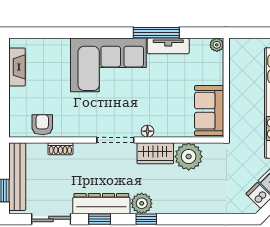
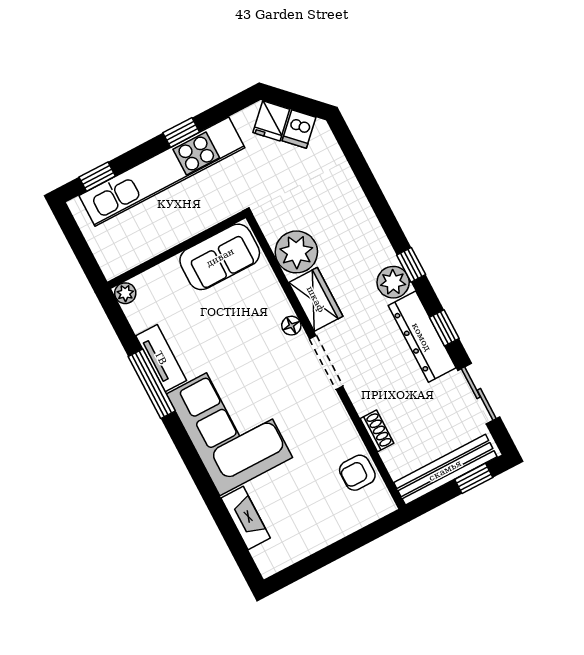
fireplace: (17, 67) -> (246, 518), moved, turned 90

